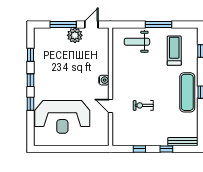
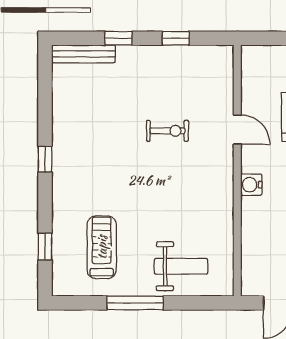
treadmill: (174, 51) -> (102, 247), turned 180
exercise mat: (187, 92) -> (74, 159), removed

